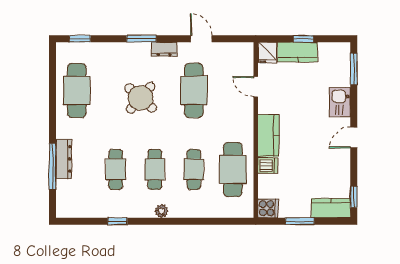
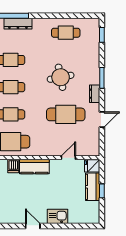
window: (354, 69) -> (81, 226), removed
cafe table: (77, 90) -> (66, 33), width x0.73, depth x0.74
round table: (141, 98) -> (61, 77), turned 38

